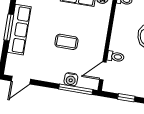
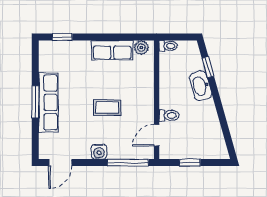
water cooler: (71, 79) -> (99, 152), moved

